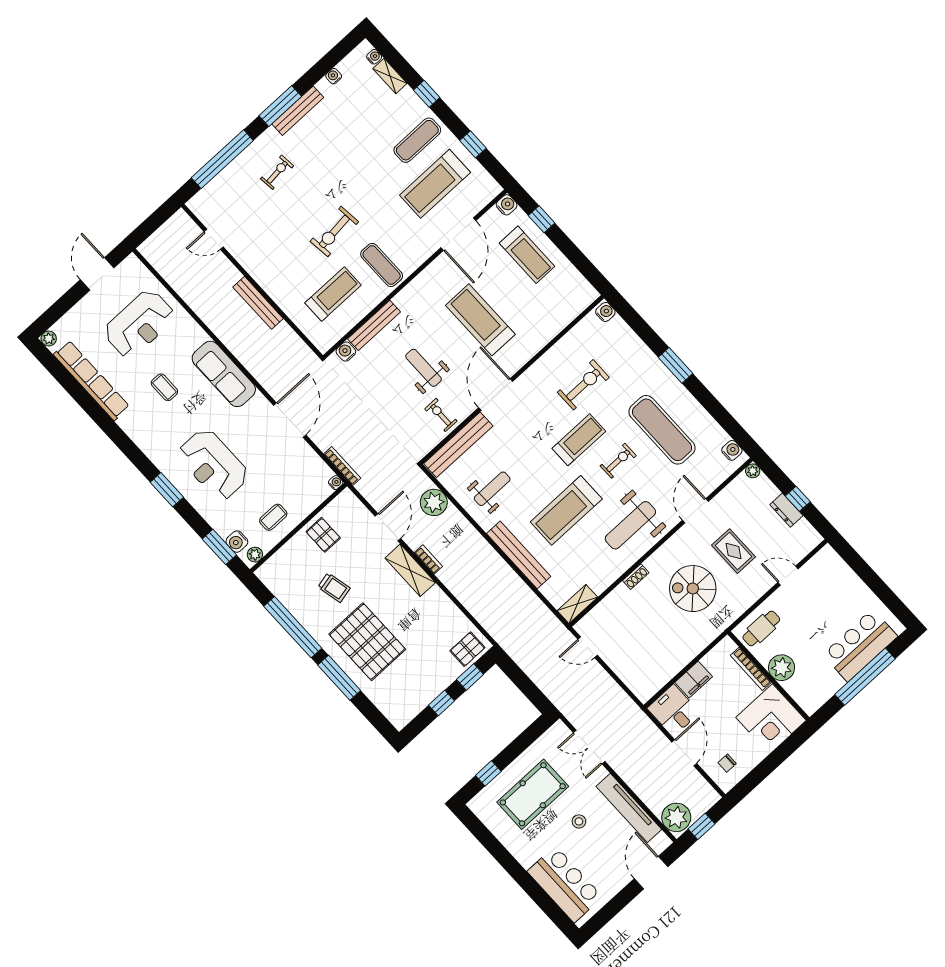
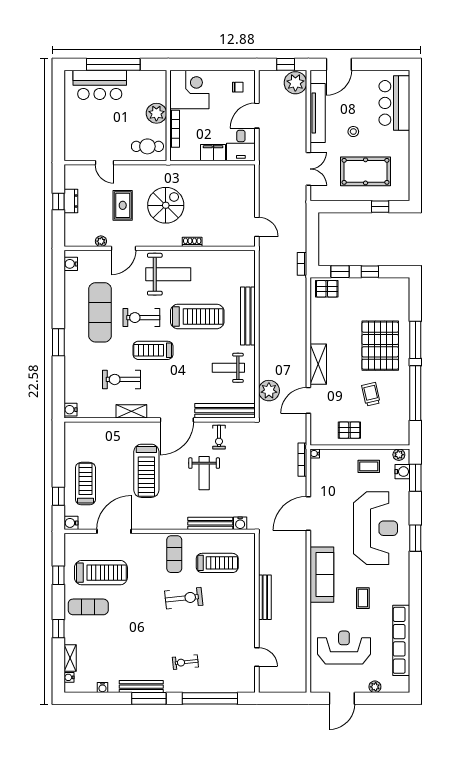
treadmill: (333, 294) -> (217, 563), turned 180
plant: (49, 339) -> (375, 687), moved
exercise bike: (618, 461) -> (141, 318), width x1.38, depth x1.39
reception desk: (213, 465) -> (376, 528), width x1.36, depth x1.30
plant: (753, 471) -> (101, 241), moved
pallet: (323, 535) -> (349, 430), turned 90
bookcase: (428, 559) -> (302, 264), moved
spiral stairs: (693, 589) -> (166, 205), turned -90
shelving: (577, 604) -> (131, 411), moved

